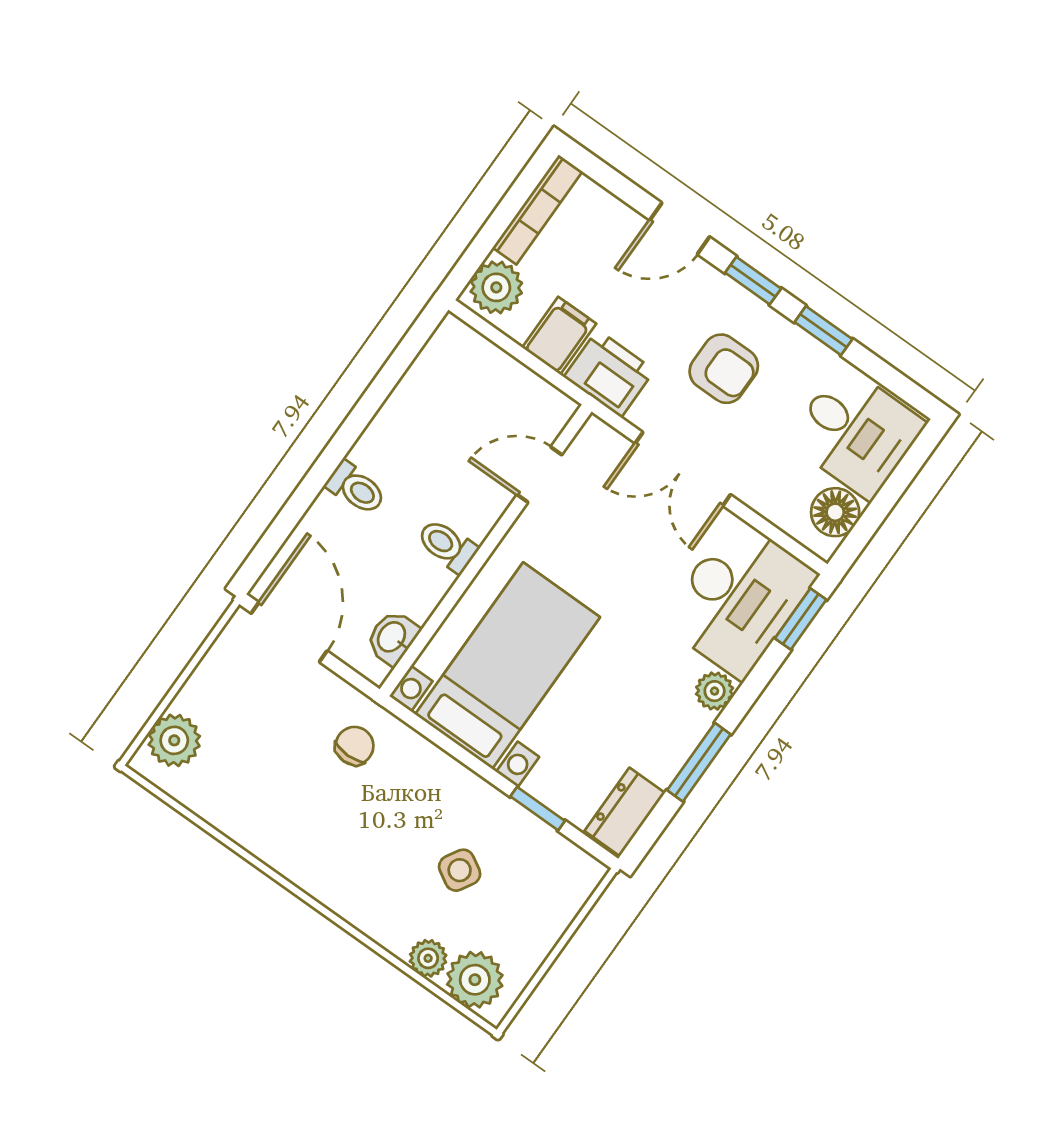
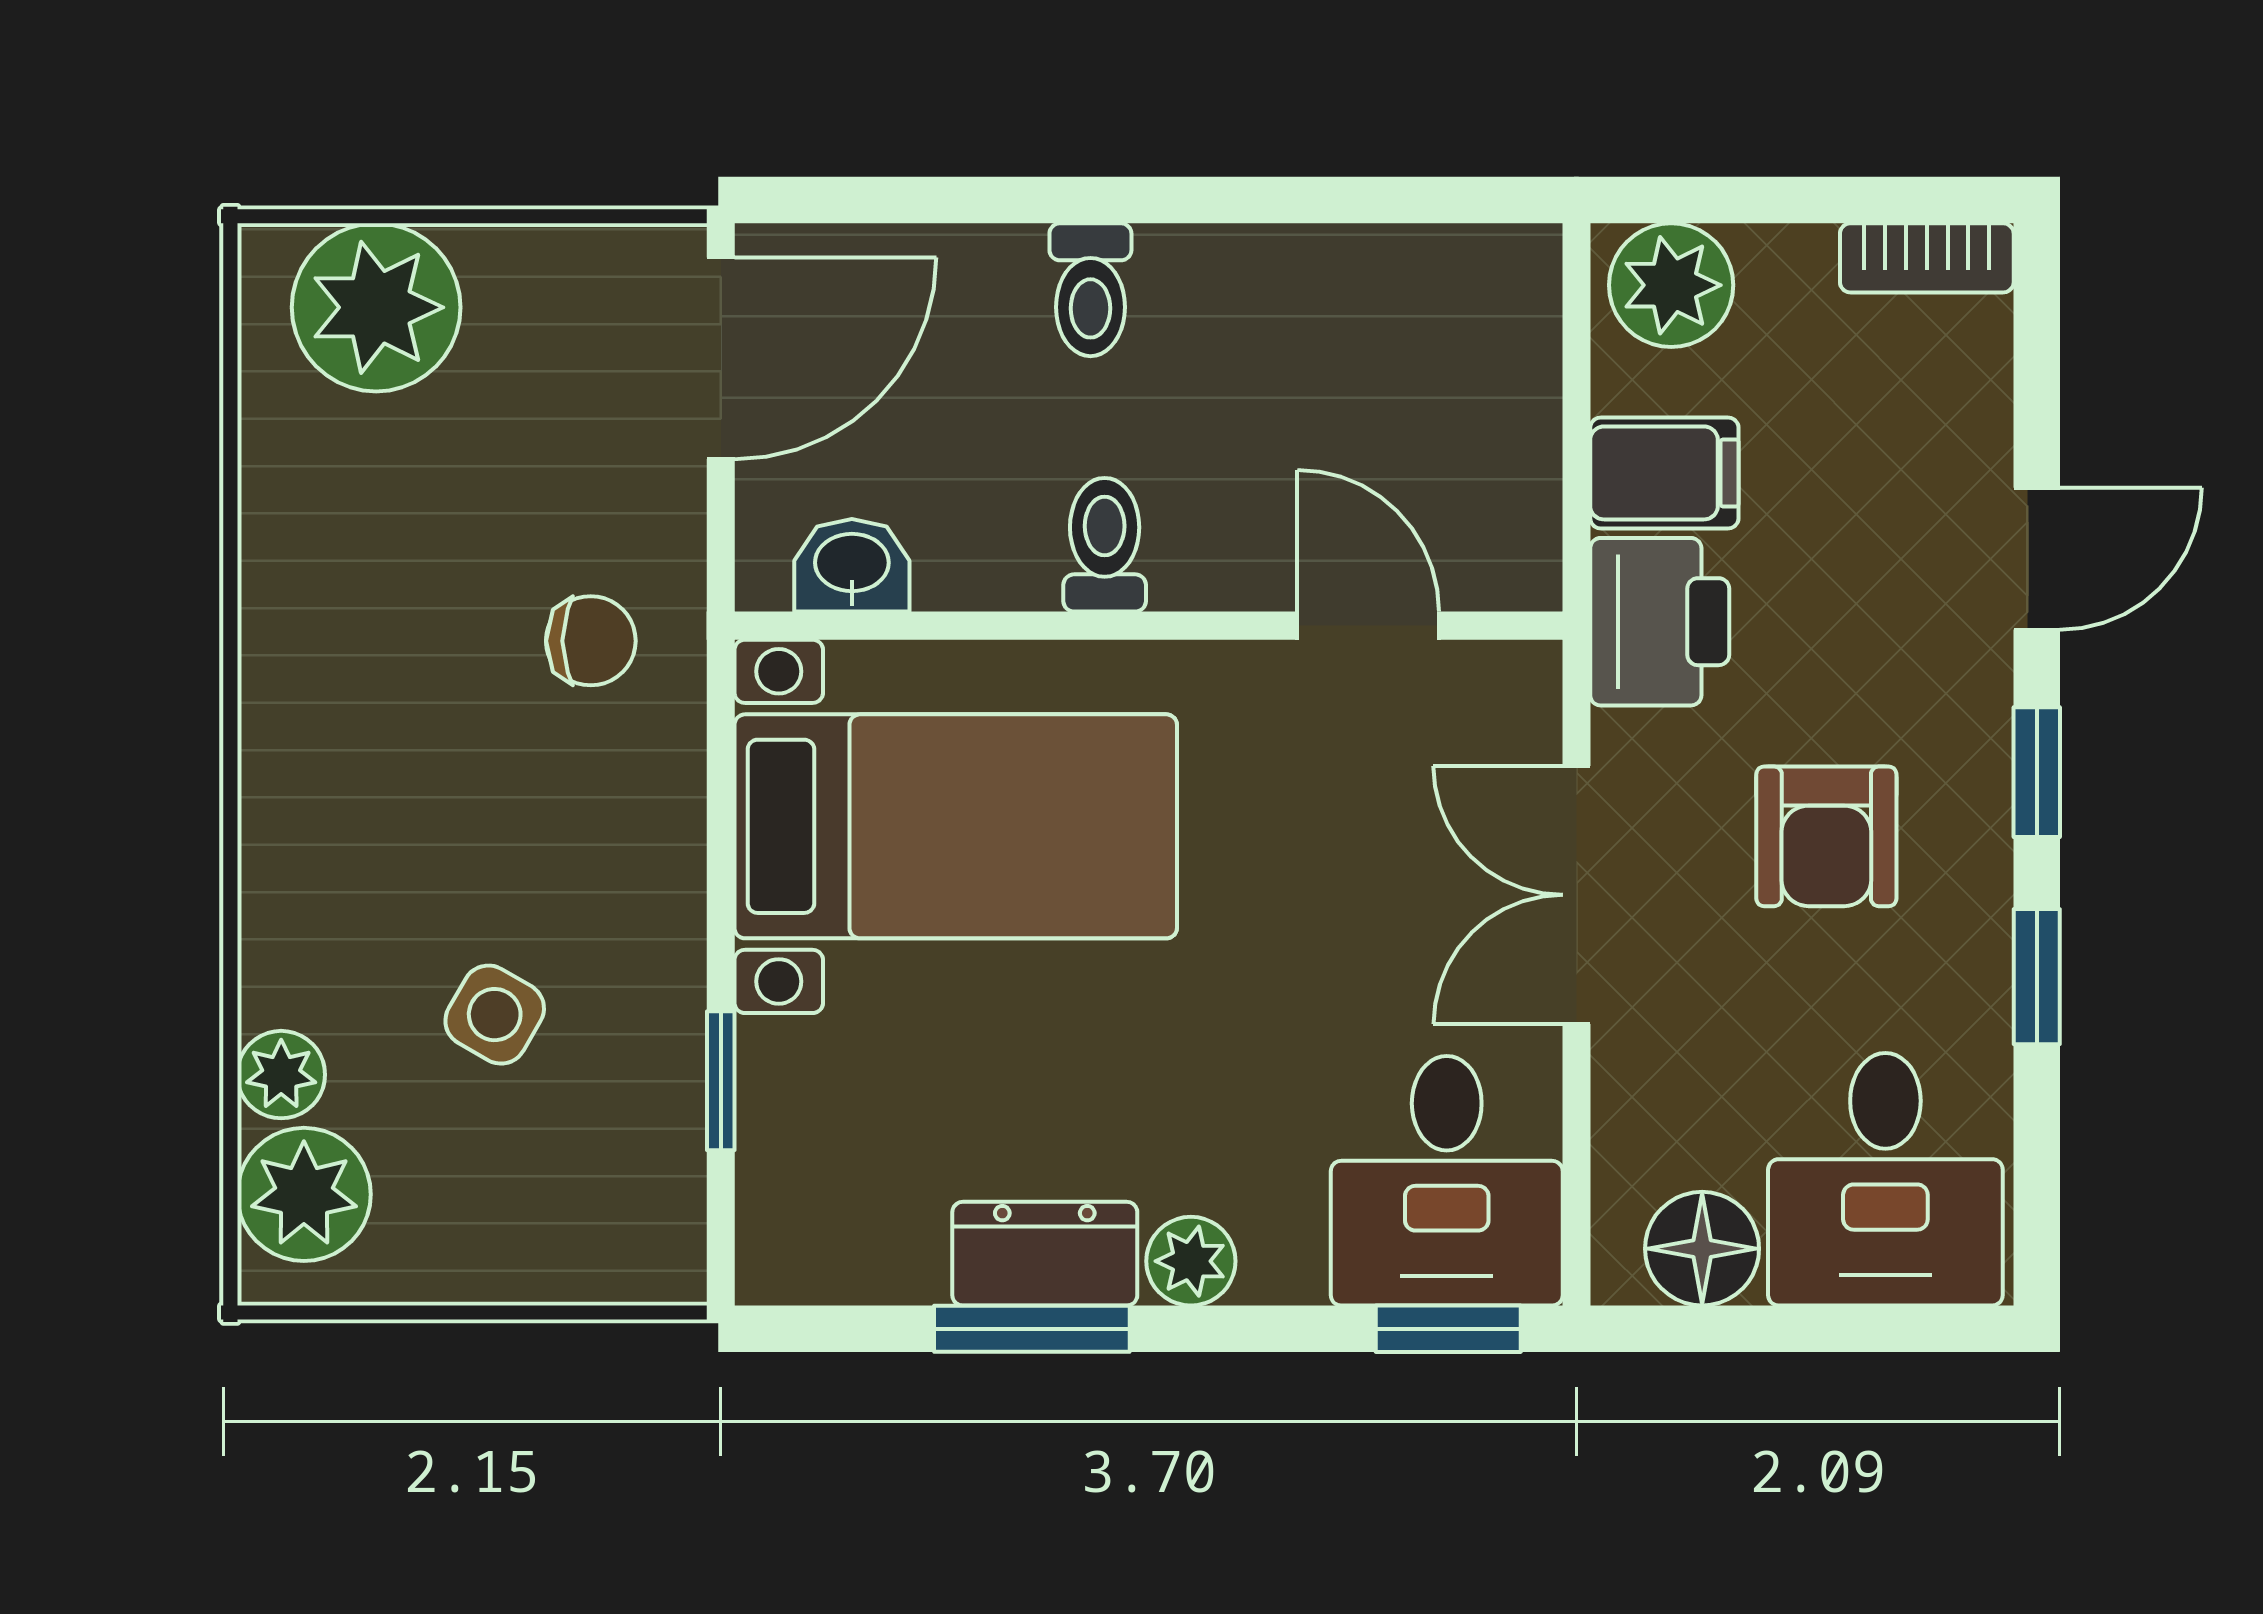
bookcase: (537, 210) -> (1927, 258), width x0.64
door: (680, 228) -> (2037, 559), swing flipped
desk: (739, 598) -> (1447, 1181), width x0.73
plant: (174, 740) -> (376, 307), width x1.36, depth x1.36
dresser: (625, 812) -> (1045, 1254), moved

